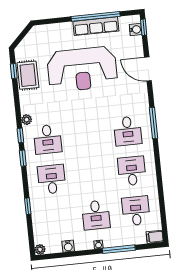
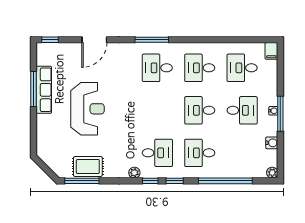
window: (96, 16) -> (33, 89), width x0.68
water cooler: (136, 29) -> (52, 49), removed
reception desk: (82, 69) -> (88, 109), width x0.74, depth x0.77
window: (14, 71) -> (82, 181), width x2.17
desk: (128, 131) -> (157, 68), turned 180
desk: (92, 175) -> (200, 110), added
window: (28, 206) -> (225, 181), width x3.17
window: (119, 249) -> (280, 114), moved

